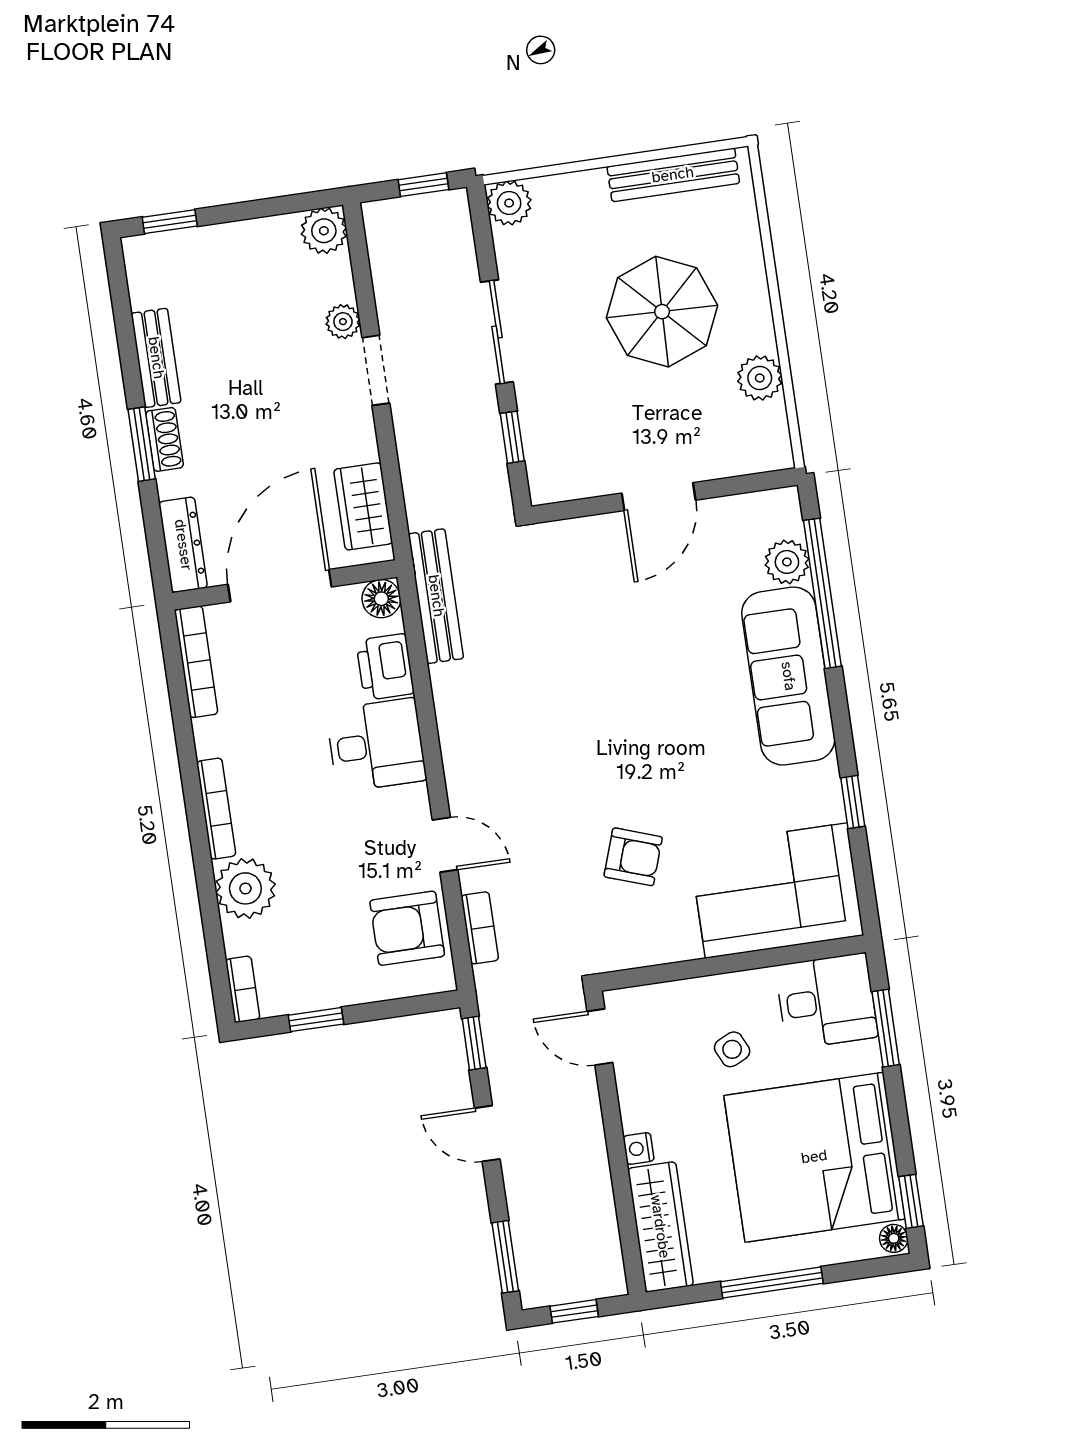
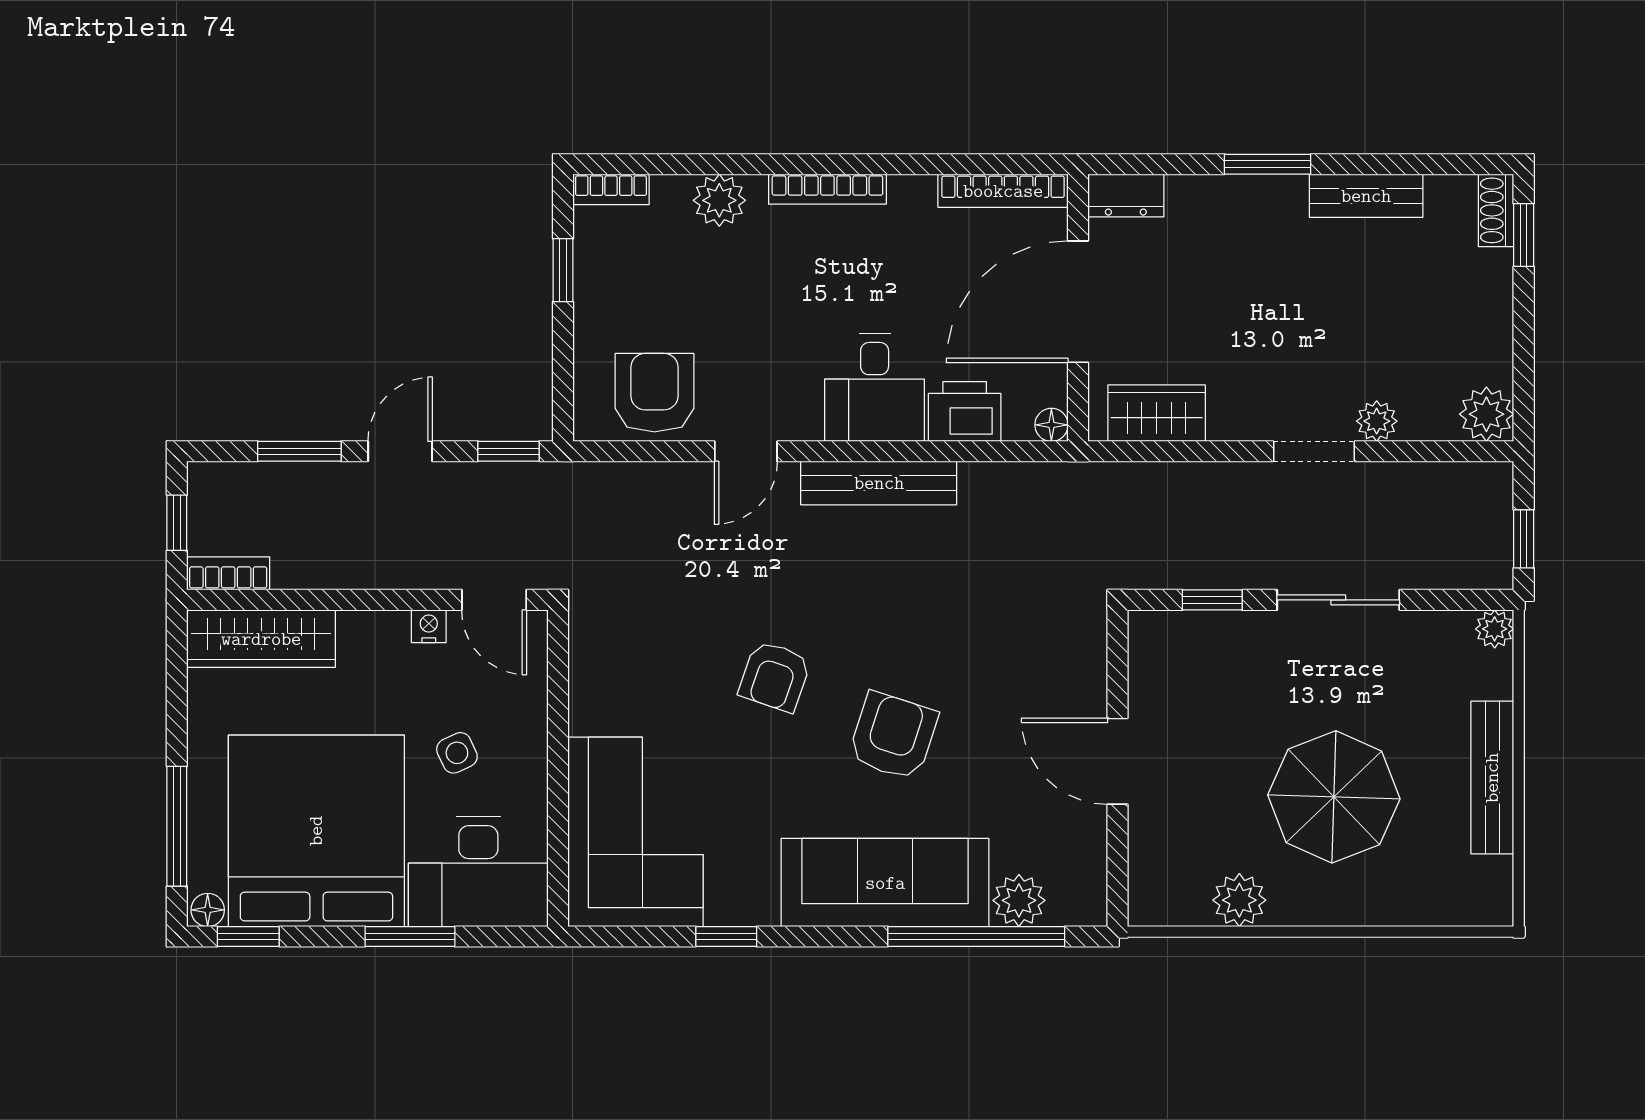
bench: (673, 175) -> (1492, 778), moved
plant: (509, 203) -> (1495, 629), width x0.73, depth x0.73
shoe rack: (164, 439) -> (1496, 210), moved, turned 90
dresser: (183, 545) -> (1126, 195), width x0.70
door: (280, 586) -> (1078, 302), swing flipped
bench: (436, 596) -> (879, 483), moved
floor lamp: (381, 599) -> (1051, 425), width x0.73, depth x0.73
armchair: (665, 687) -> (893, 736), added
armchair: (633, 857) -> (775, 676), moved
plant: (245, 888) -> (719, 200), width x0.73, depth x0.73
bookcase: (480, 928) -> (228, 573), moved, turned 180
desk: (827, 1001) -> (478, 872), width x1.37
window: (886, 1028) -> (410, 937), moved
door: (600, 1037) -> (494, 600), swing flipped
nightstand: (639, 1149) -> (429, 626), moved
window: (505, 1257) -> (299, 451), moved
window: (772, 1283) -> (177, 826), moved

